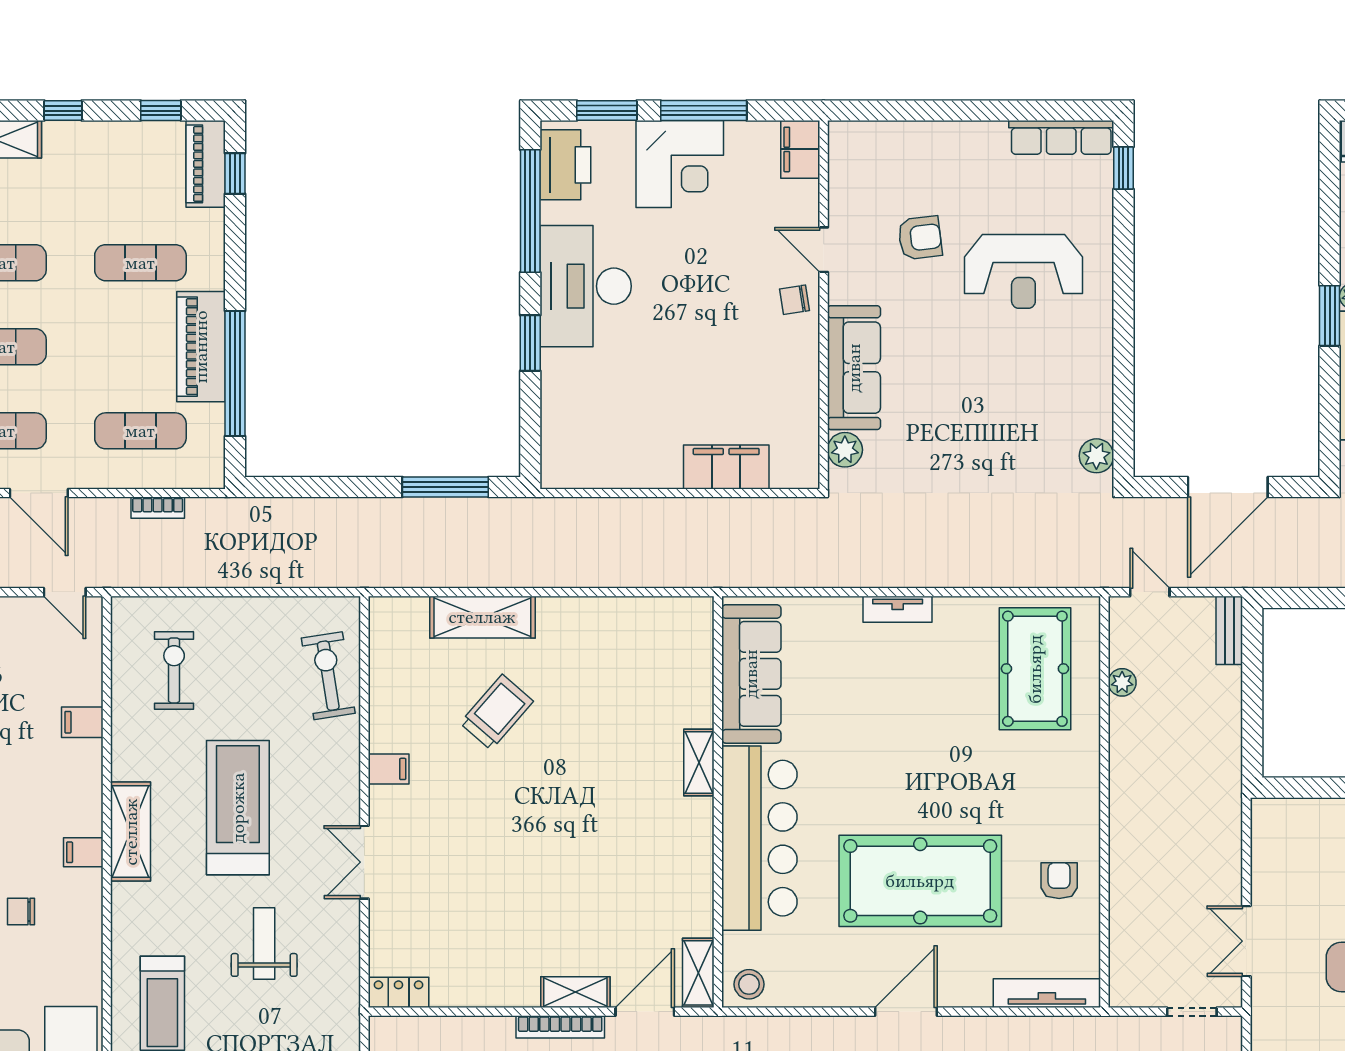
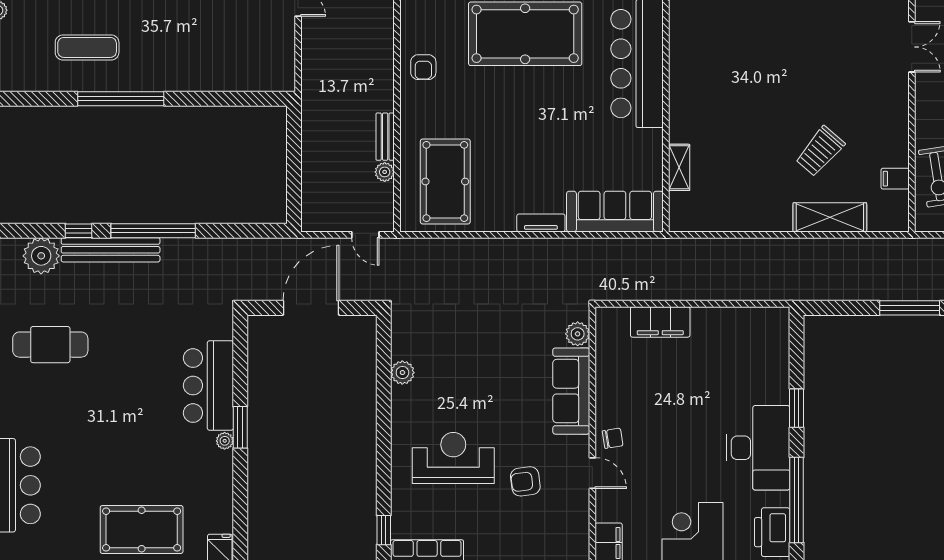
plant: (1096, 456) -> (402, 373), moved
window: (445, 487) -> (910, 308), moved
bench: (1229, 630) -> (385, 137), moved
sofa: (751, 674) -> (615, 212), moved, turned 90
shelving: (699, 763) -> (679, 167), moved
filing cabinet: (389, 769) -> (895, 179), moved
armchair: (1059, 881) -> (423, 67), moved

